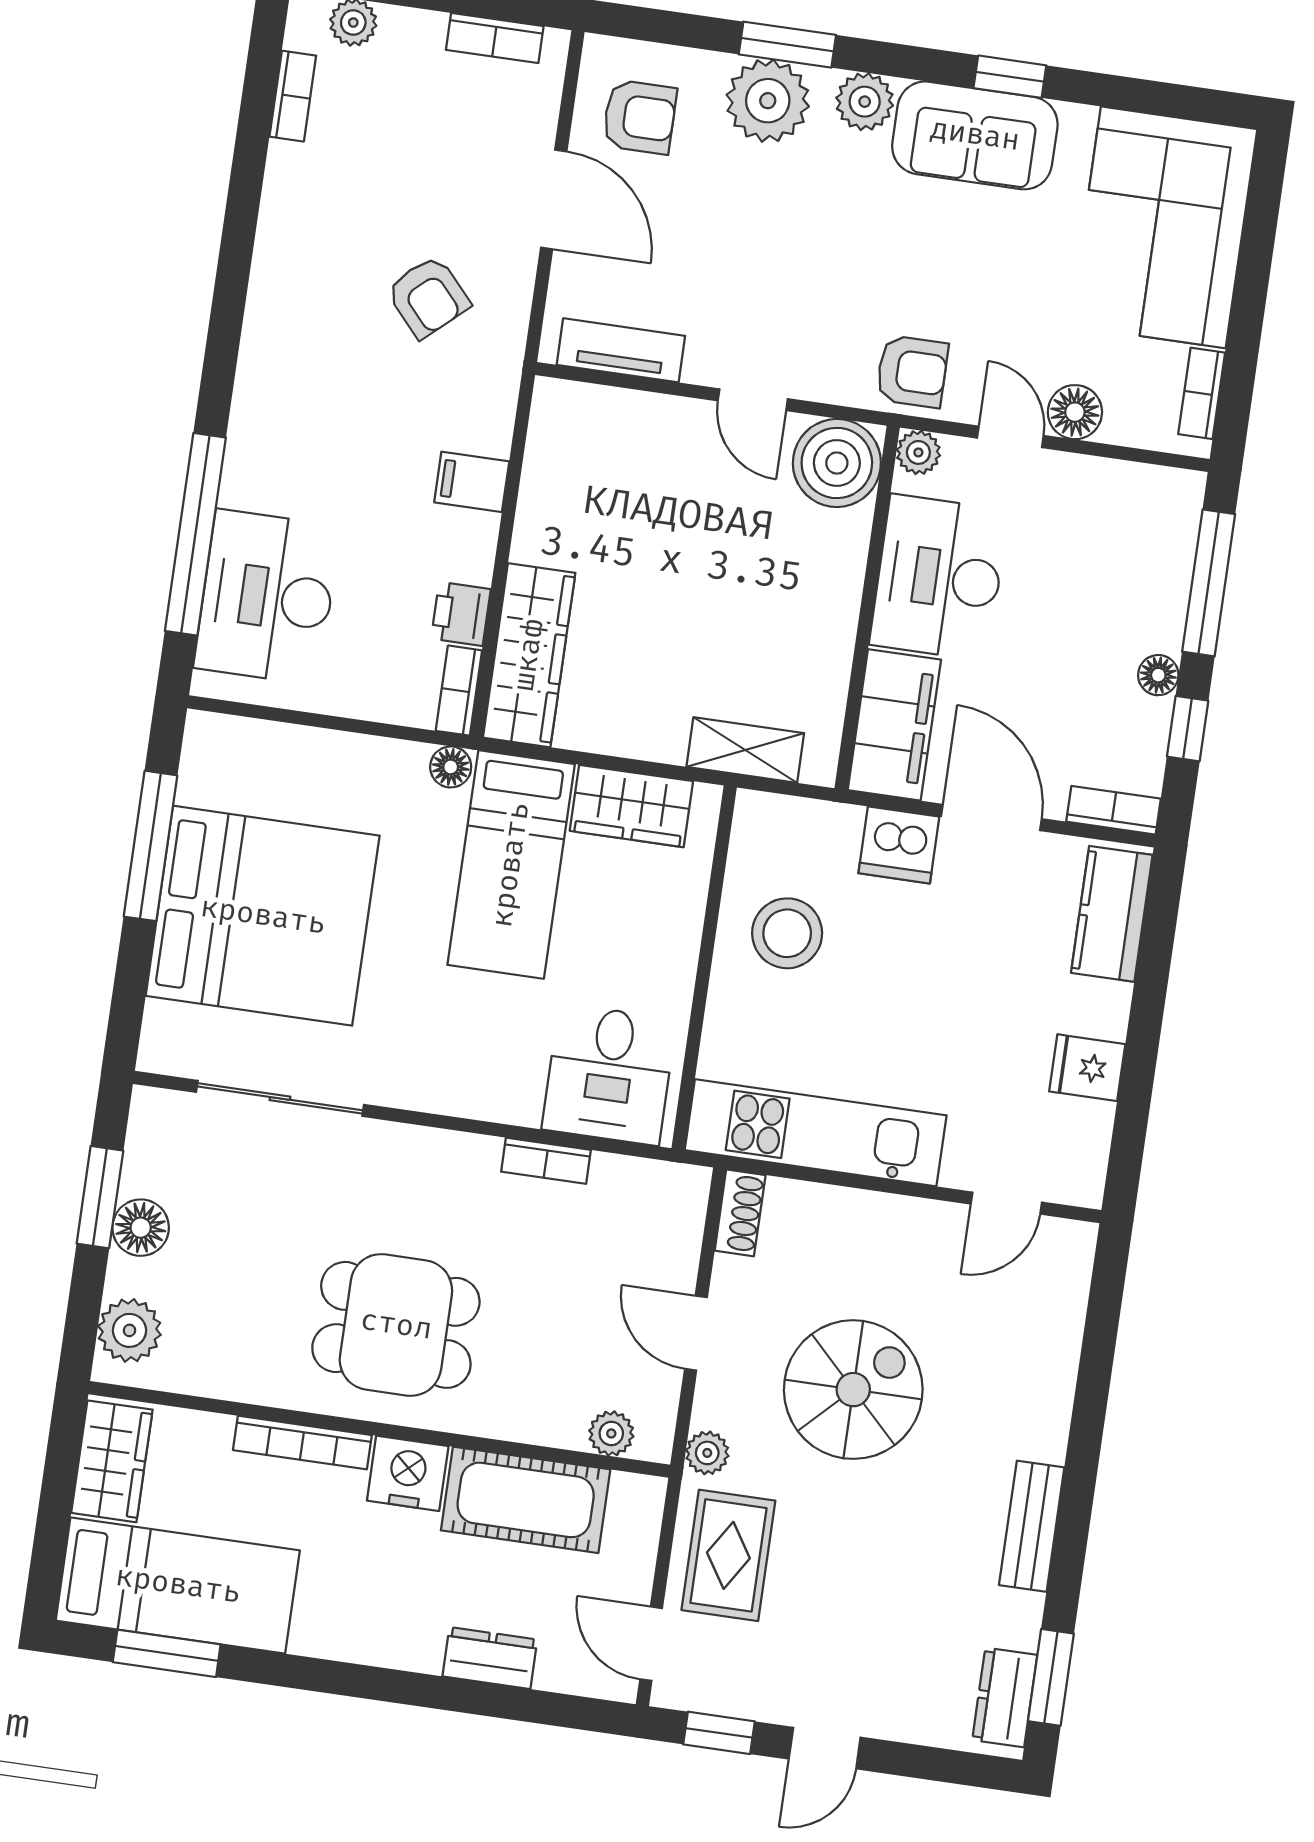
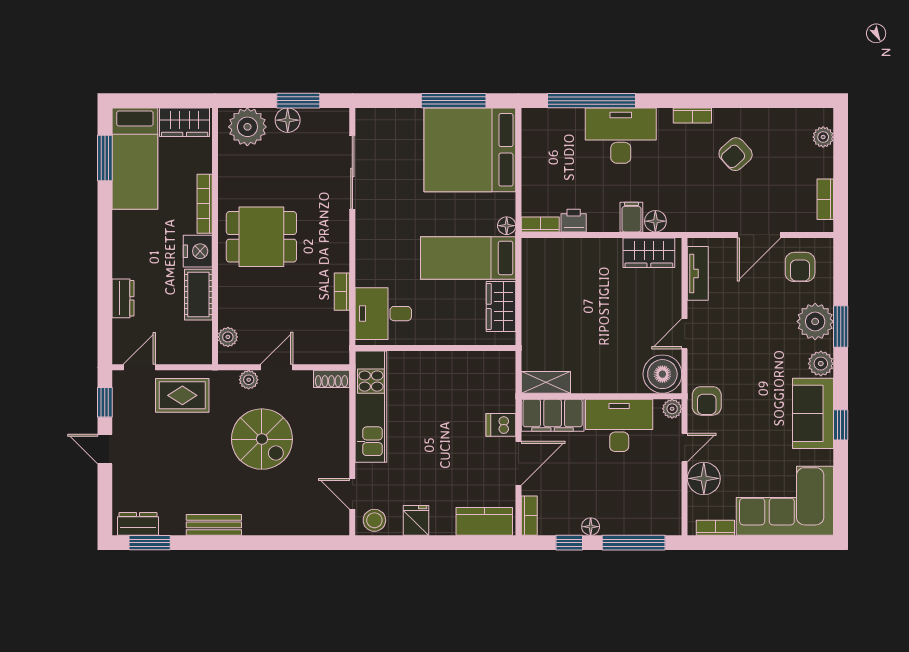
bookcase: (293, 96) -> (692, 115), moved
armchair: (428, 297) -> (736, 154), moved
floor lamp: (1075, 412) -> (704, 478), width x1.38, depth x1.38
floor lamp: (489, 429) -> (655, 221), added
desk: (267, 597) -> (621, 136), moved
wardrobe: (529, 655) -> (649, 253), moved, width x0.67
shelving: (745, 750) -> (546, 382), moved, turned 90
dishwasher: (899, 845) -> (501, 425), width x0.73
bed: (263, 916) -> (470, 150), moved, turned 90
stool: (787, 933) -> (374, 520), moved, width x0.73, depth x0.73
dining table: (396, 1325) -> (261, 237), turned 90
plant: (129, 1330) -> (247, 127), width x1.36, depth x1.36
plant: (707, 1453) -> (249, 380), moved
cot: (526, 1500) -> (198, 295), width x0.73, depth x0.75

